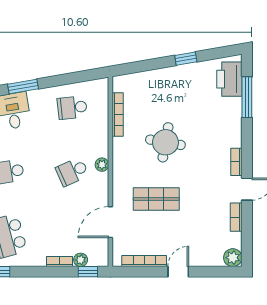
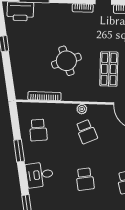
window: (23, 87) -> (19, 151), moved
round table: (165, 142) -> (66, 61), turned -30

